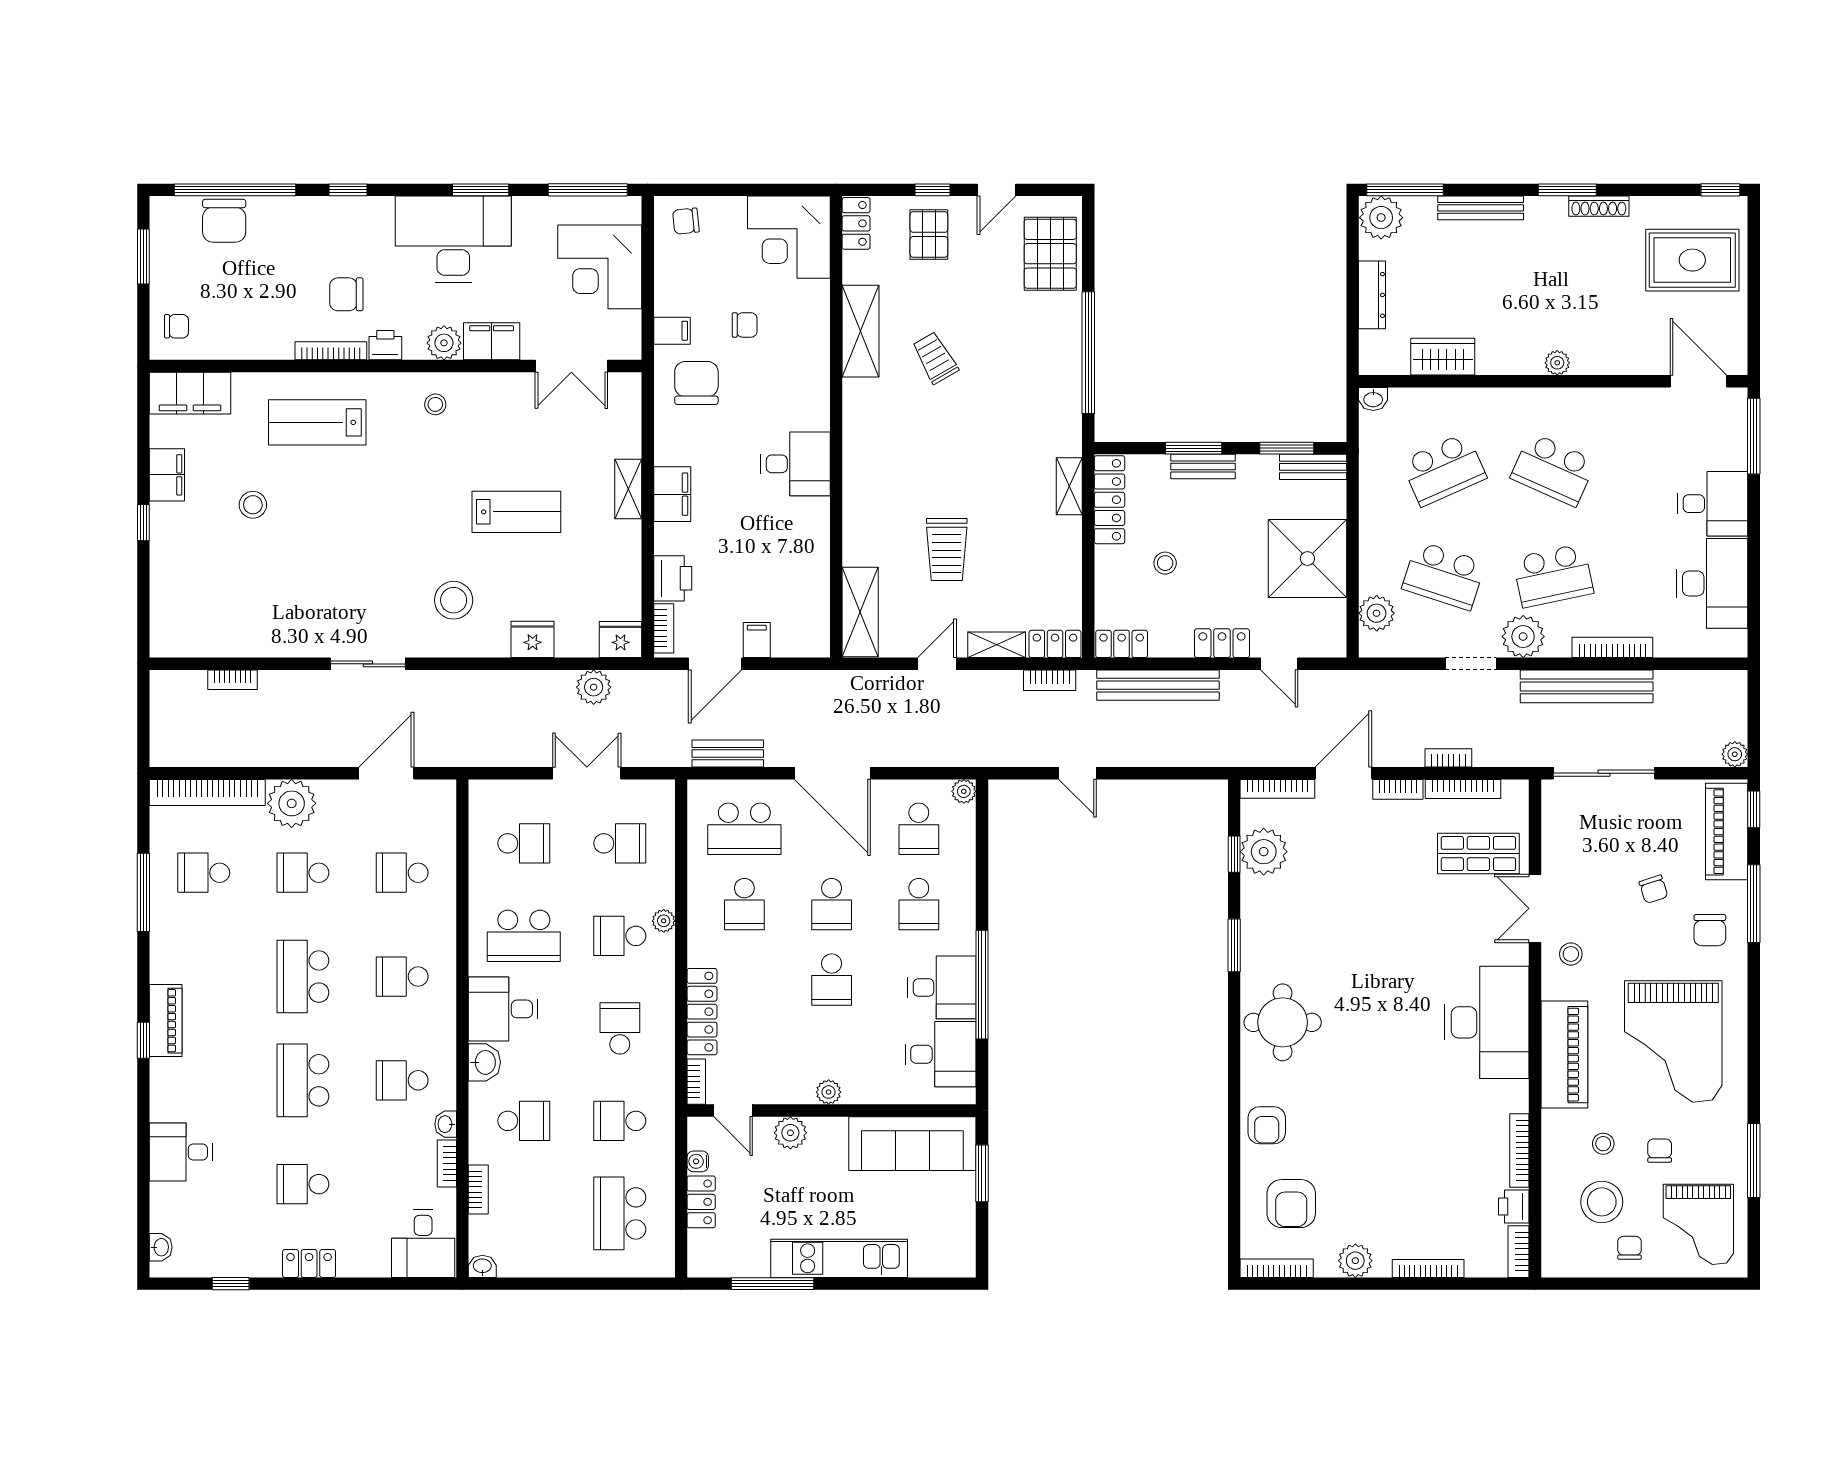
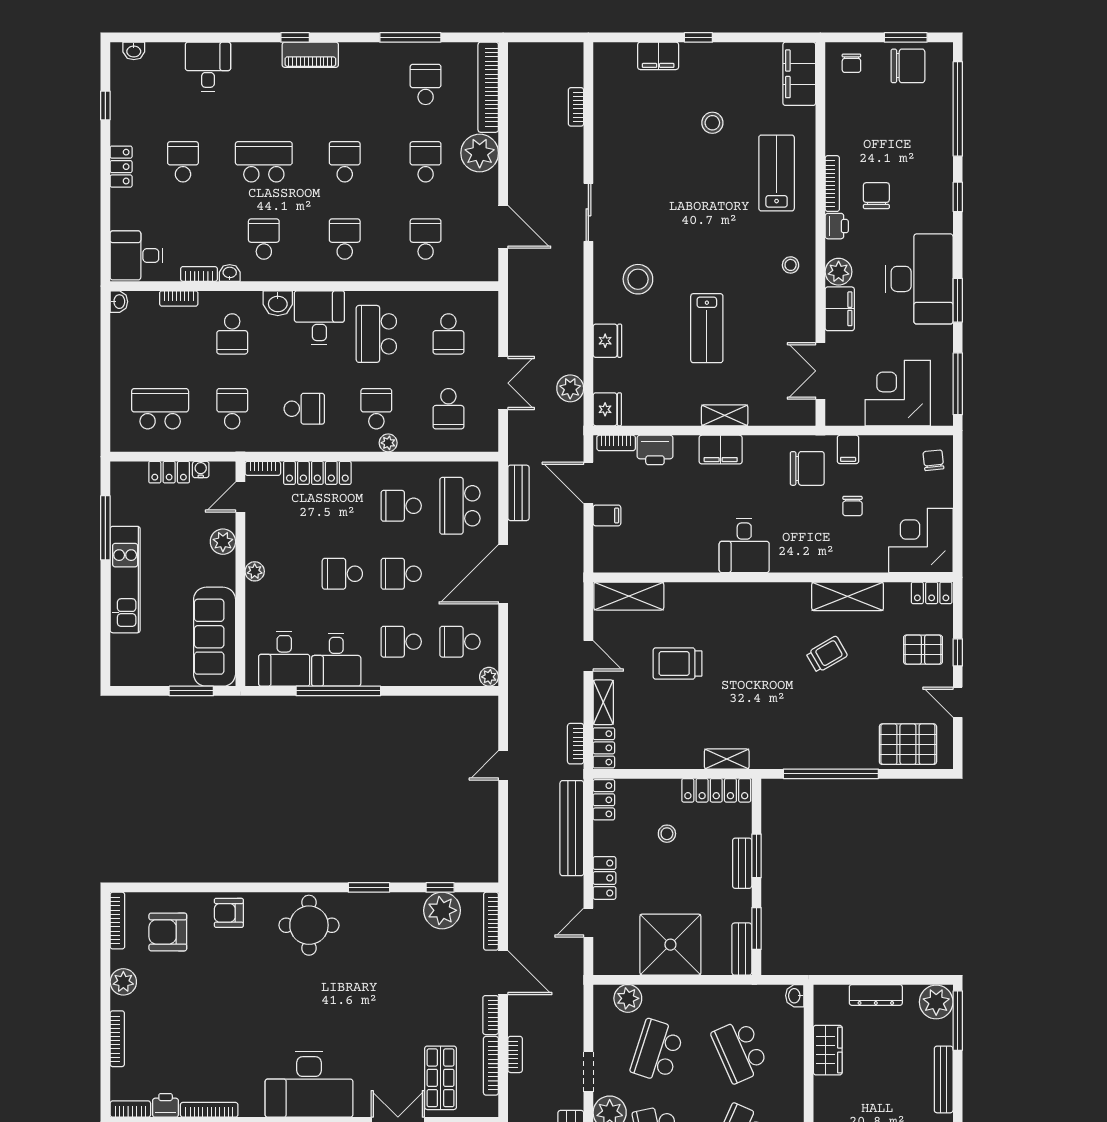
chair: (224, 221) -> (908, 66), moved, turned 180
filing cabinet: (167, 475) -> (658, 56), moved
school desk: (303, 977) -> (345, 162), width x0.54

